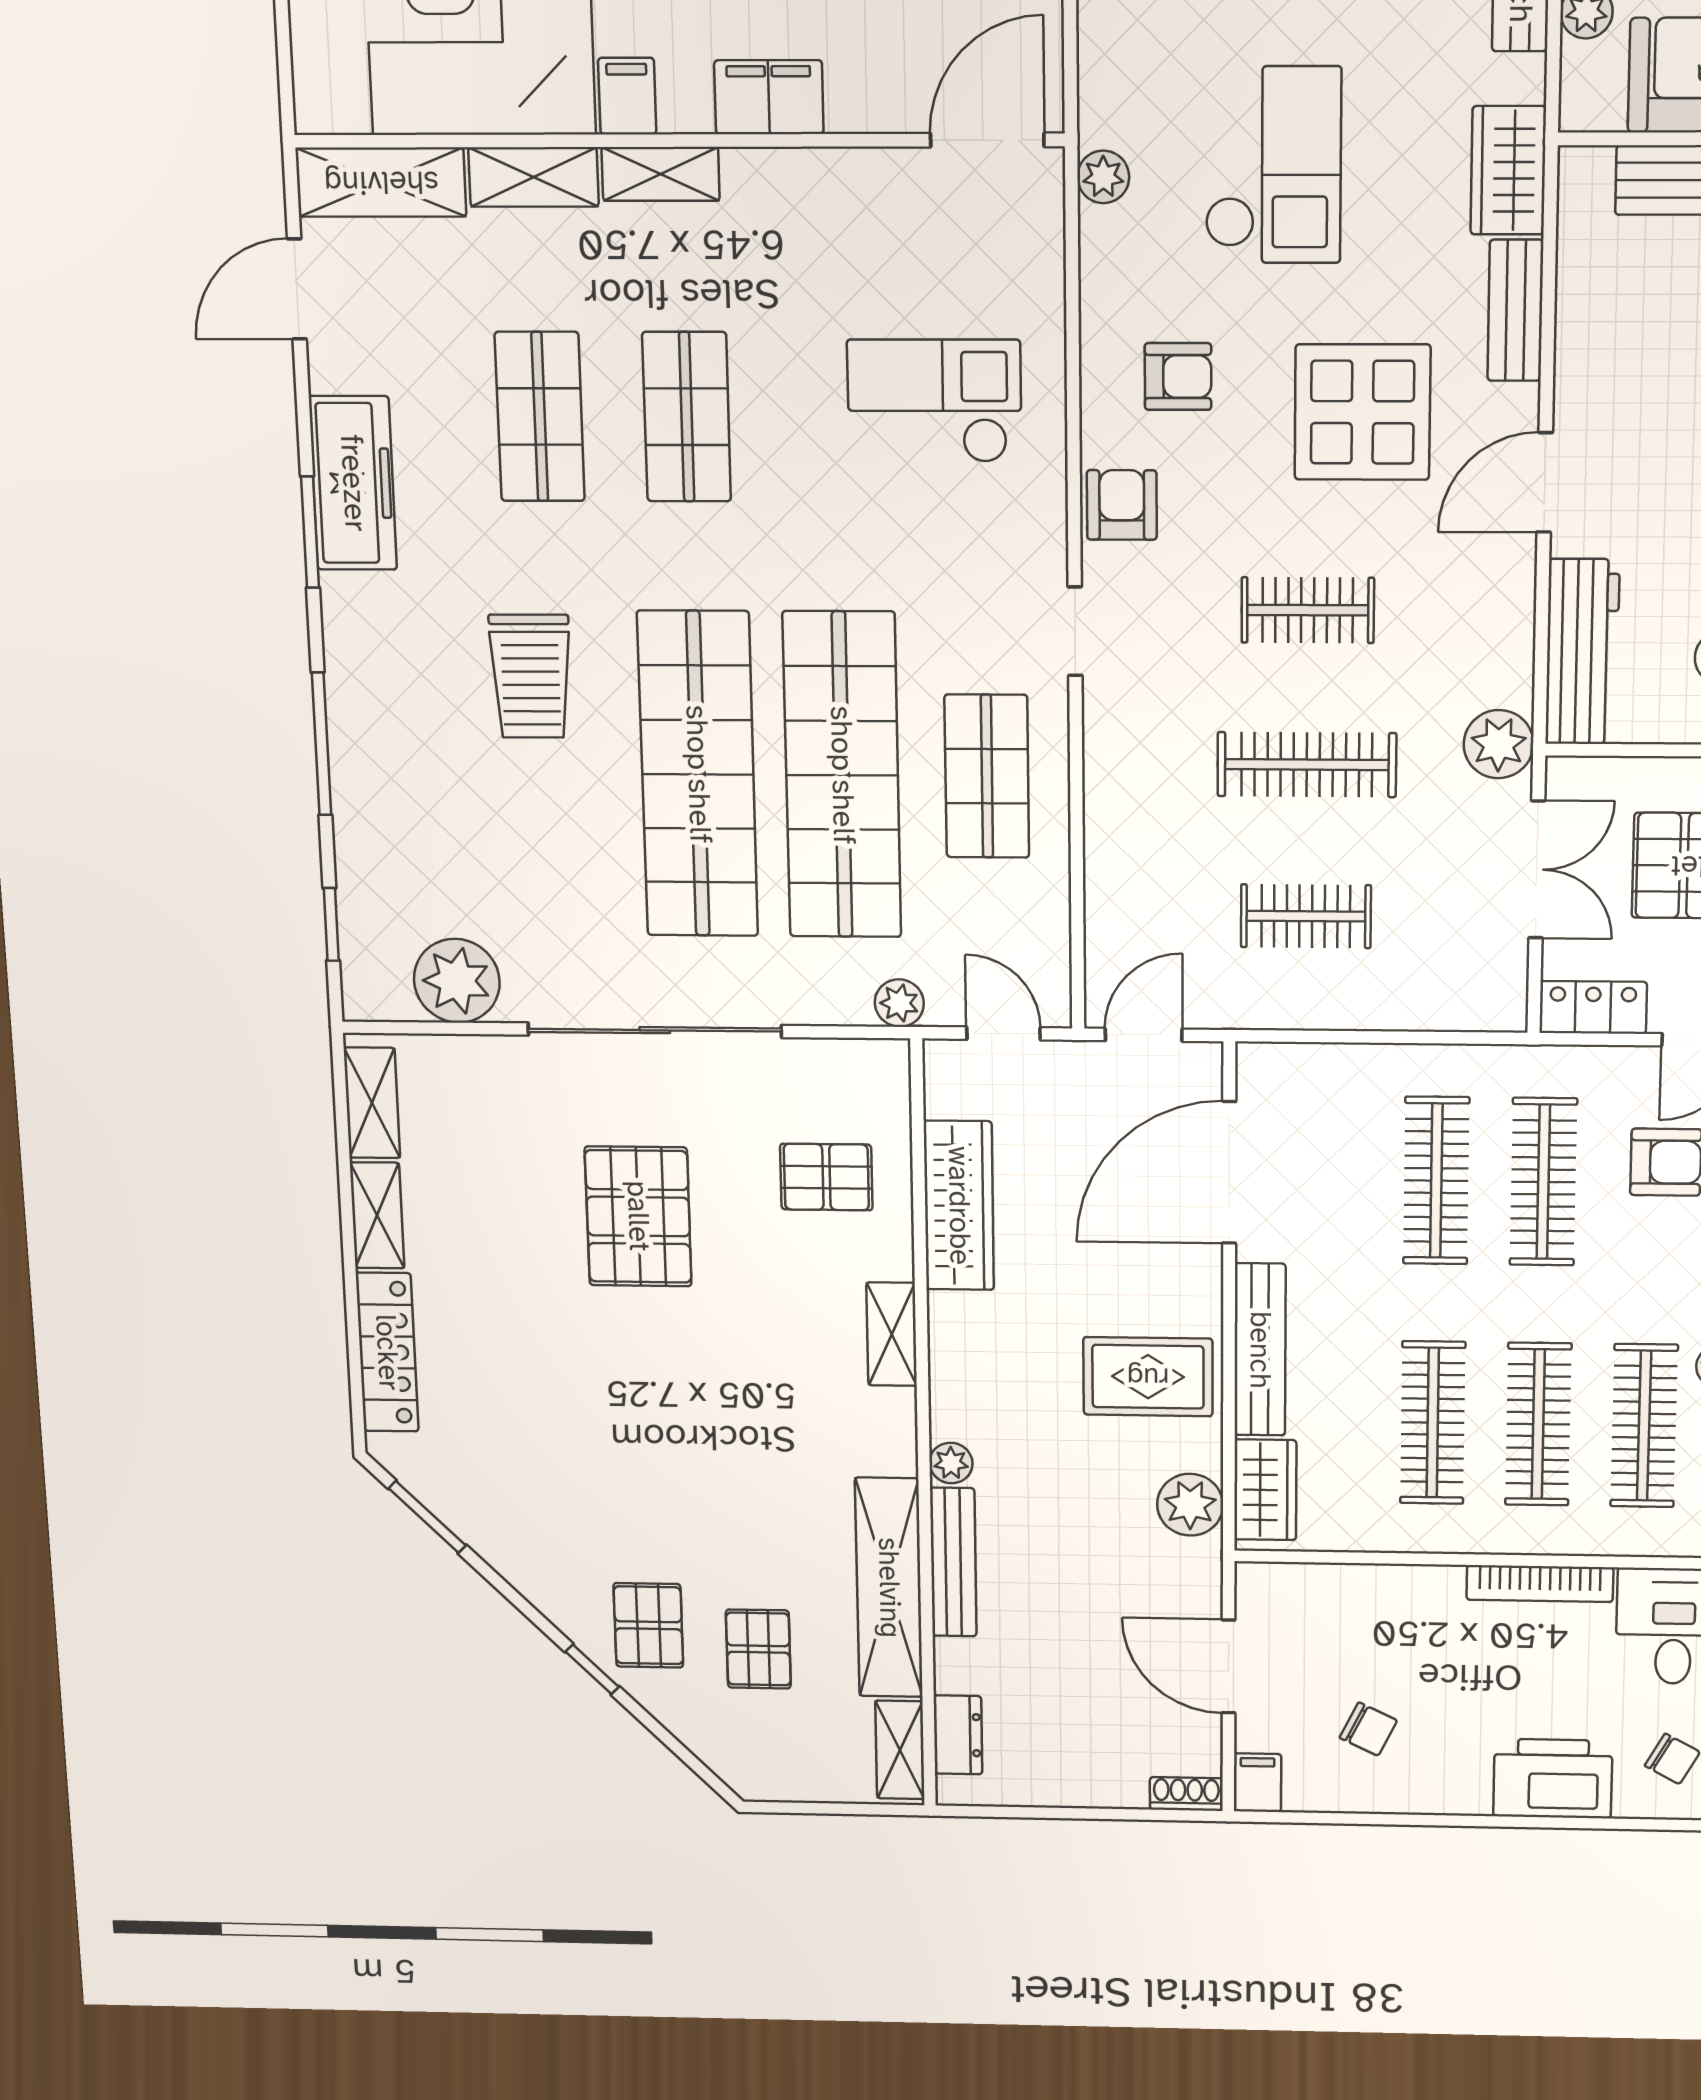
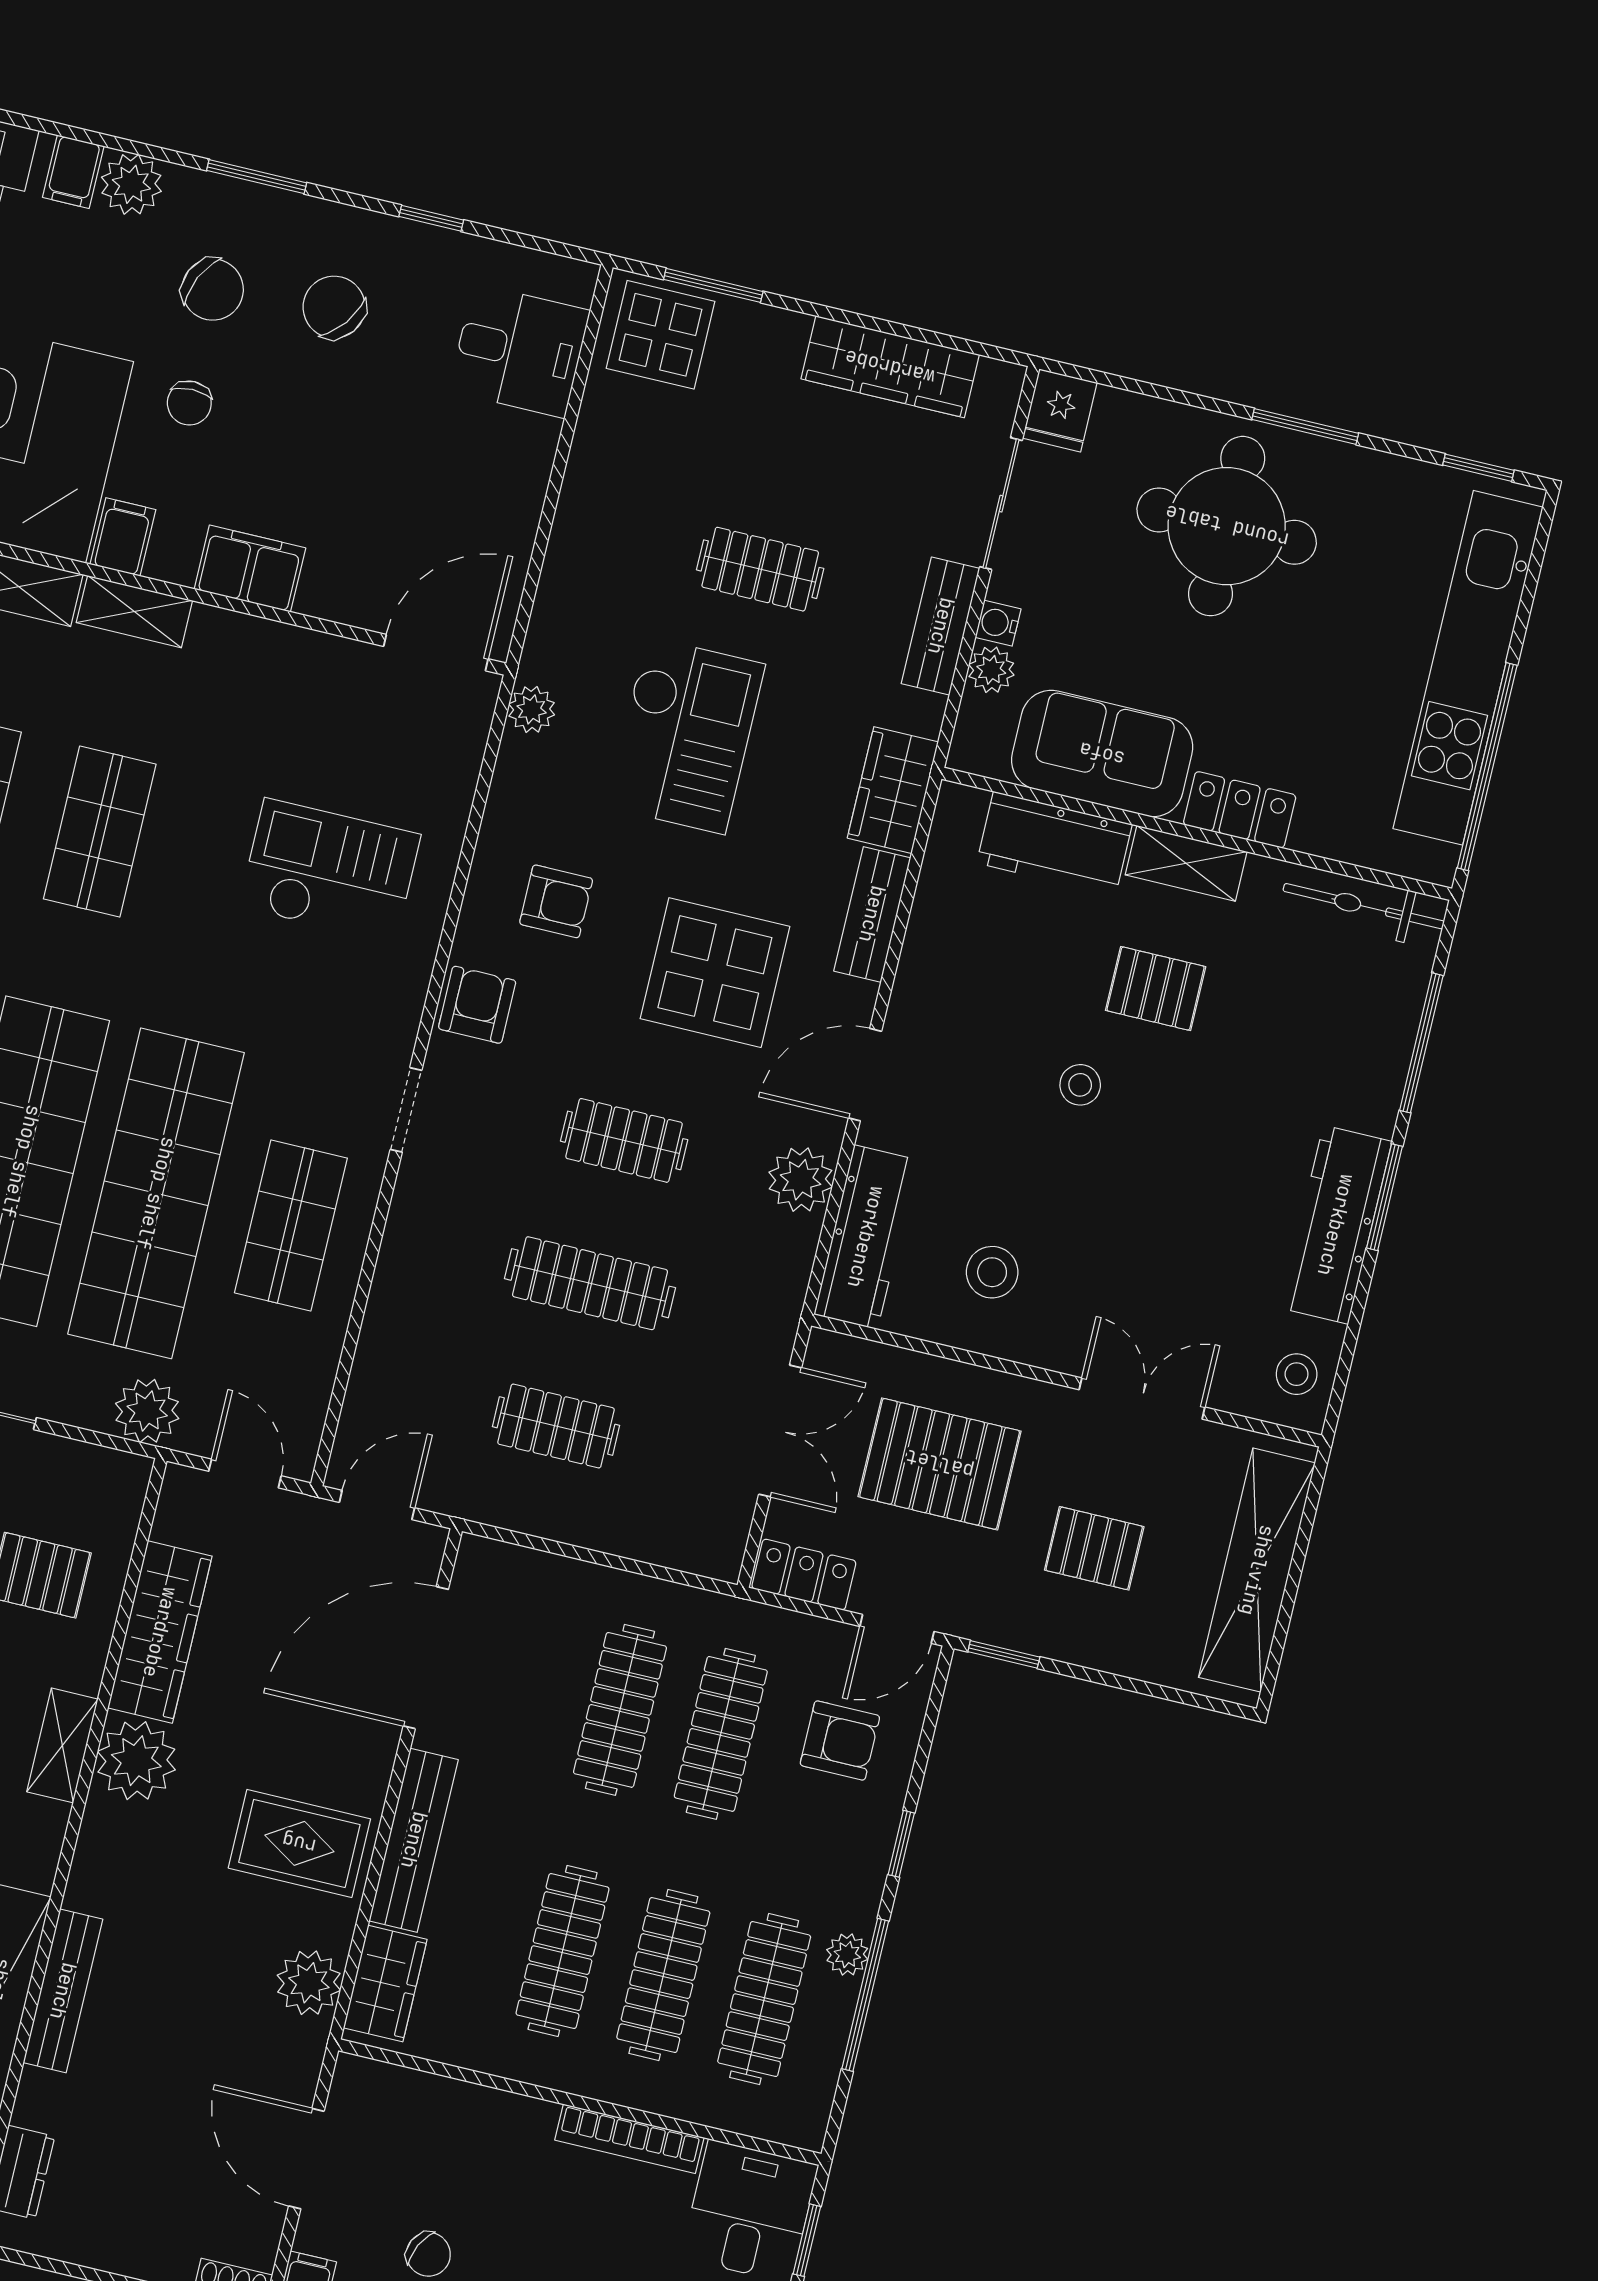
plant: (1499, 744) -> (801, 1180), moved
plant: (899, 1003) -> (147, 1411), width x1.38, depth x1.38
plant: (951, 1463) -> (136, 1761), moved, width x1.87, depth x1.87

